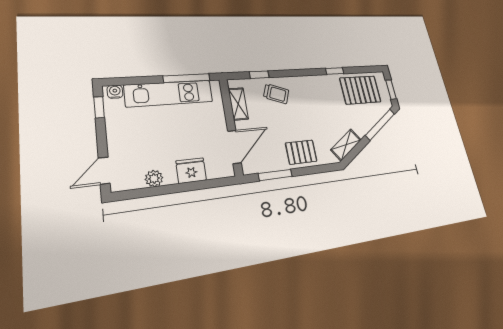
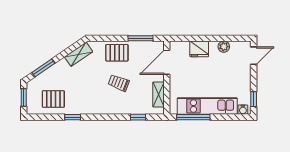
pallet: (360, 90) -> (53, 99), width x0.67, depth x0.71
trolley: (276, 94) -> (119, 83), moved
window: (380, 125) -> (43, 68), width x0.69

